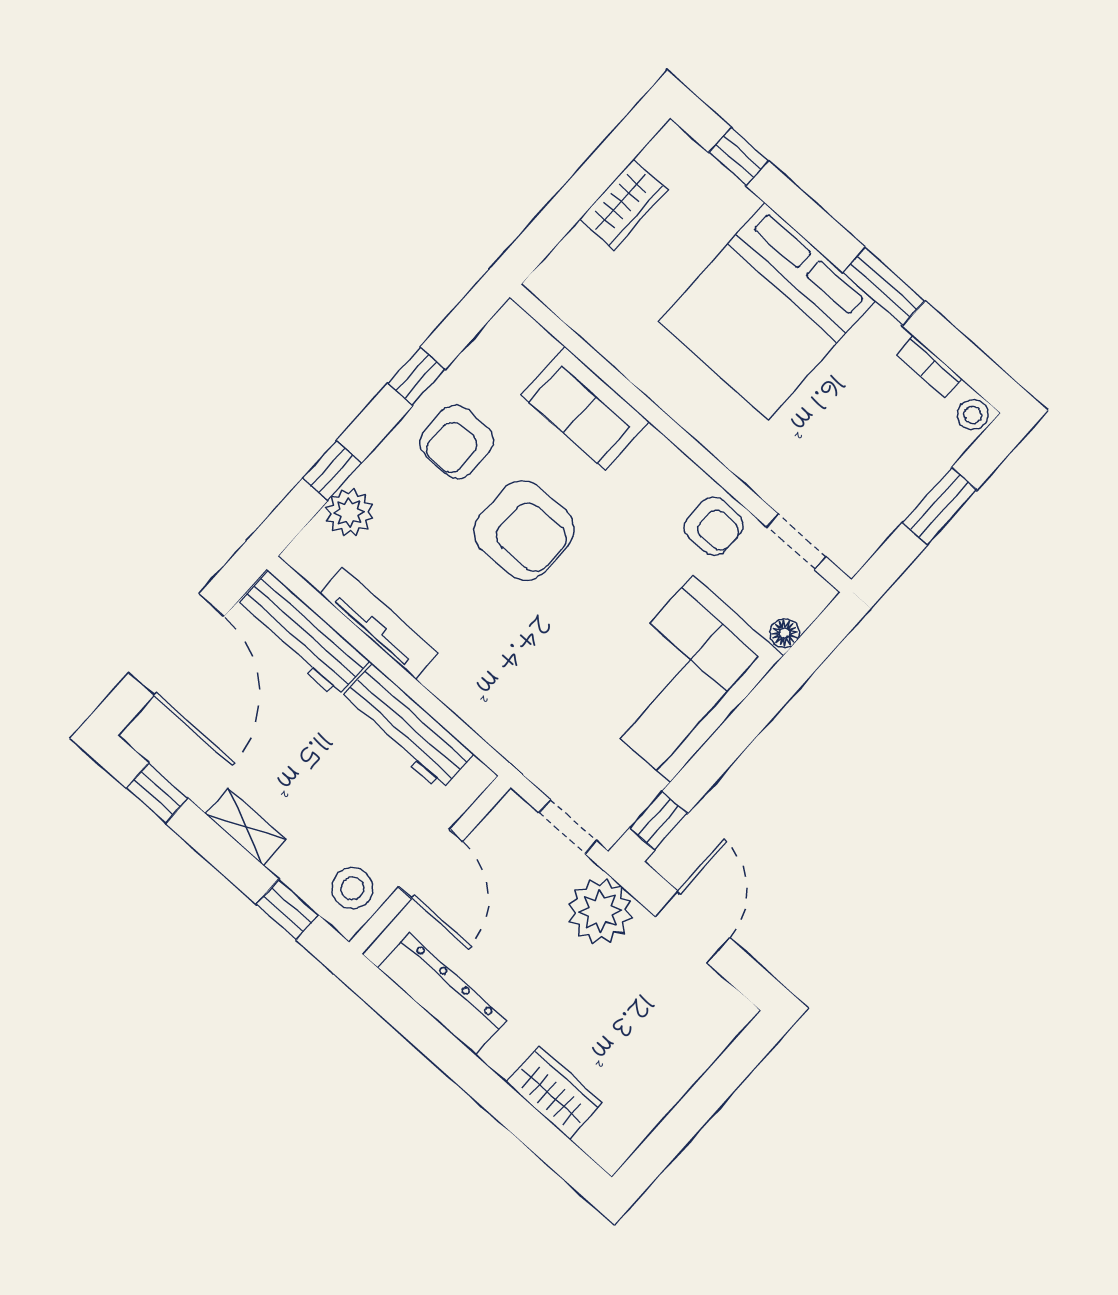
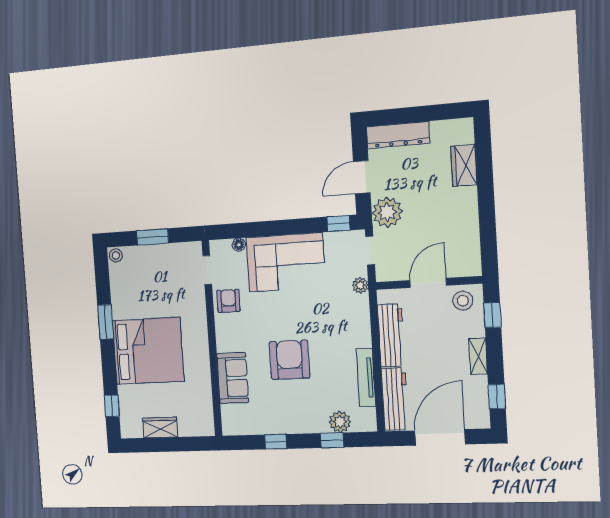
bookcase: (929, 366) -> (115, 284), removed
armchair: (457, 442) -> (283, 409), removed
plant: (530, 758) -> (360, 285), added
dresser: (442, 994) -> (398, 135), moved, turned -90

